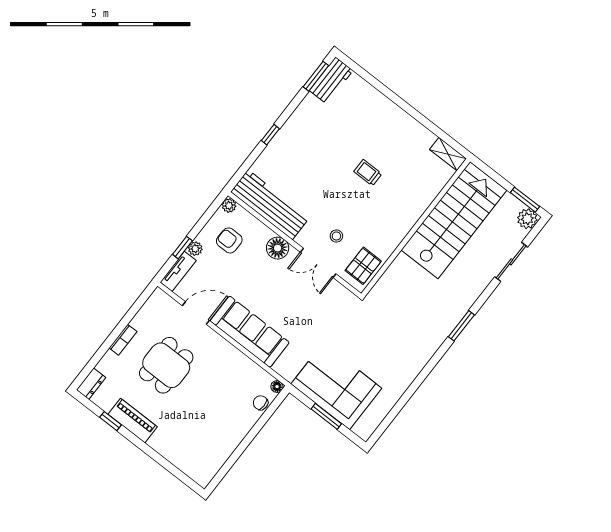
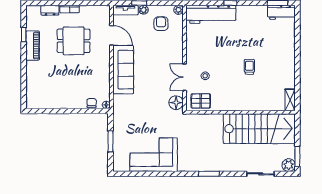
workbench: (270, 205) -> (211, 14), moved, turned 90
floor lamp: (278, 248) -> (176, 103), moved
dresser: (91, 384) -> (50, 10), moved
corner sofa: (336, 386) -> (154, 155), moved, turned -90

